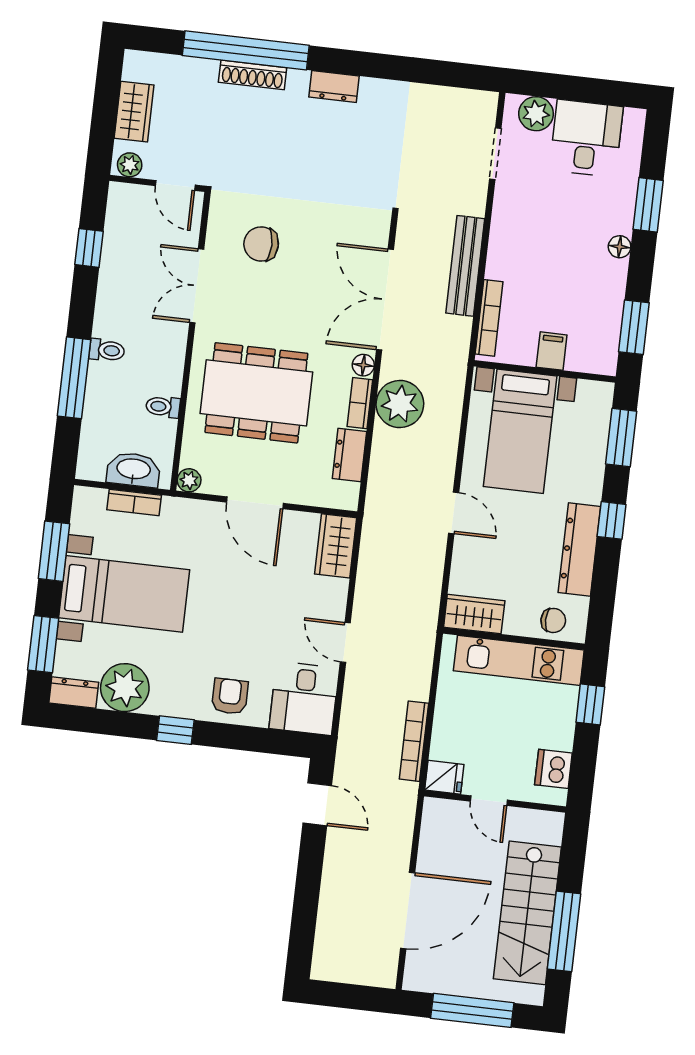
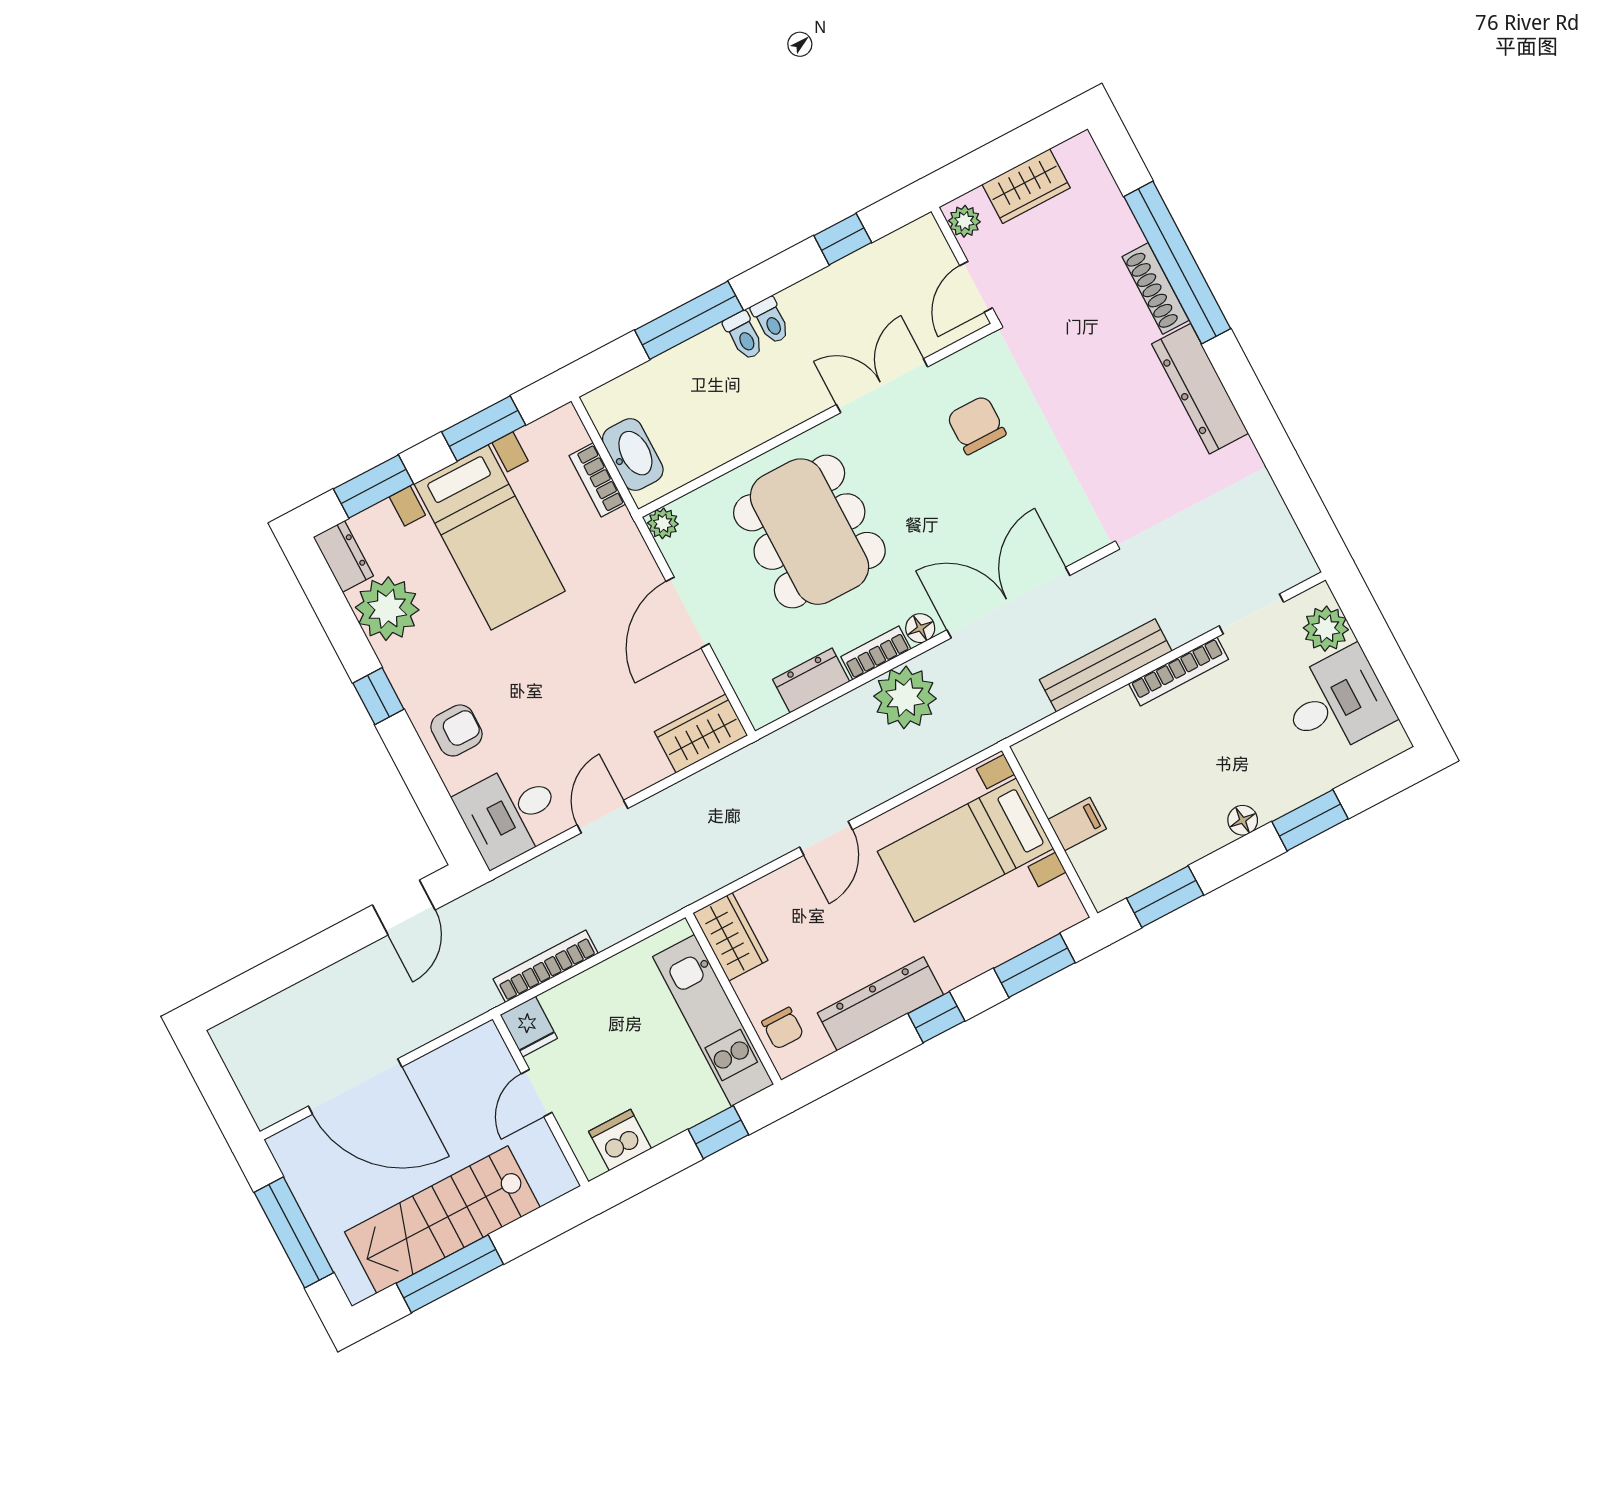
dresser: (334, 87) -> (1200, 389), width x1.96, depth x1.24
bookcase: (489, 318) -> (1179, 671), moved
toilet: (163, 407) -> (771, 320), moved, turned 180

